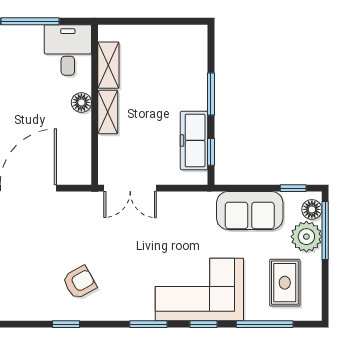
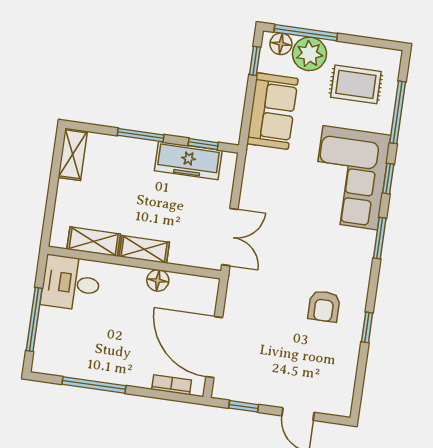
shelving: (185, 35) -> (73, 154), added
floor lamp: (81, 102) -> (158, 280), moved
armchair: (79, 282) -> (324, 306), turned -151

